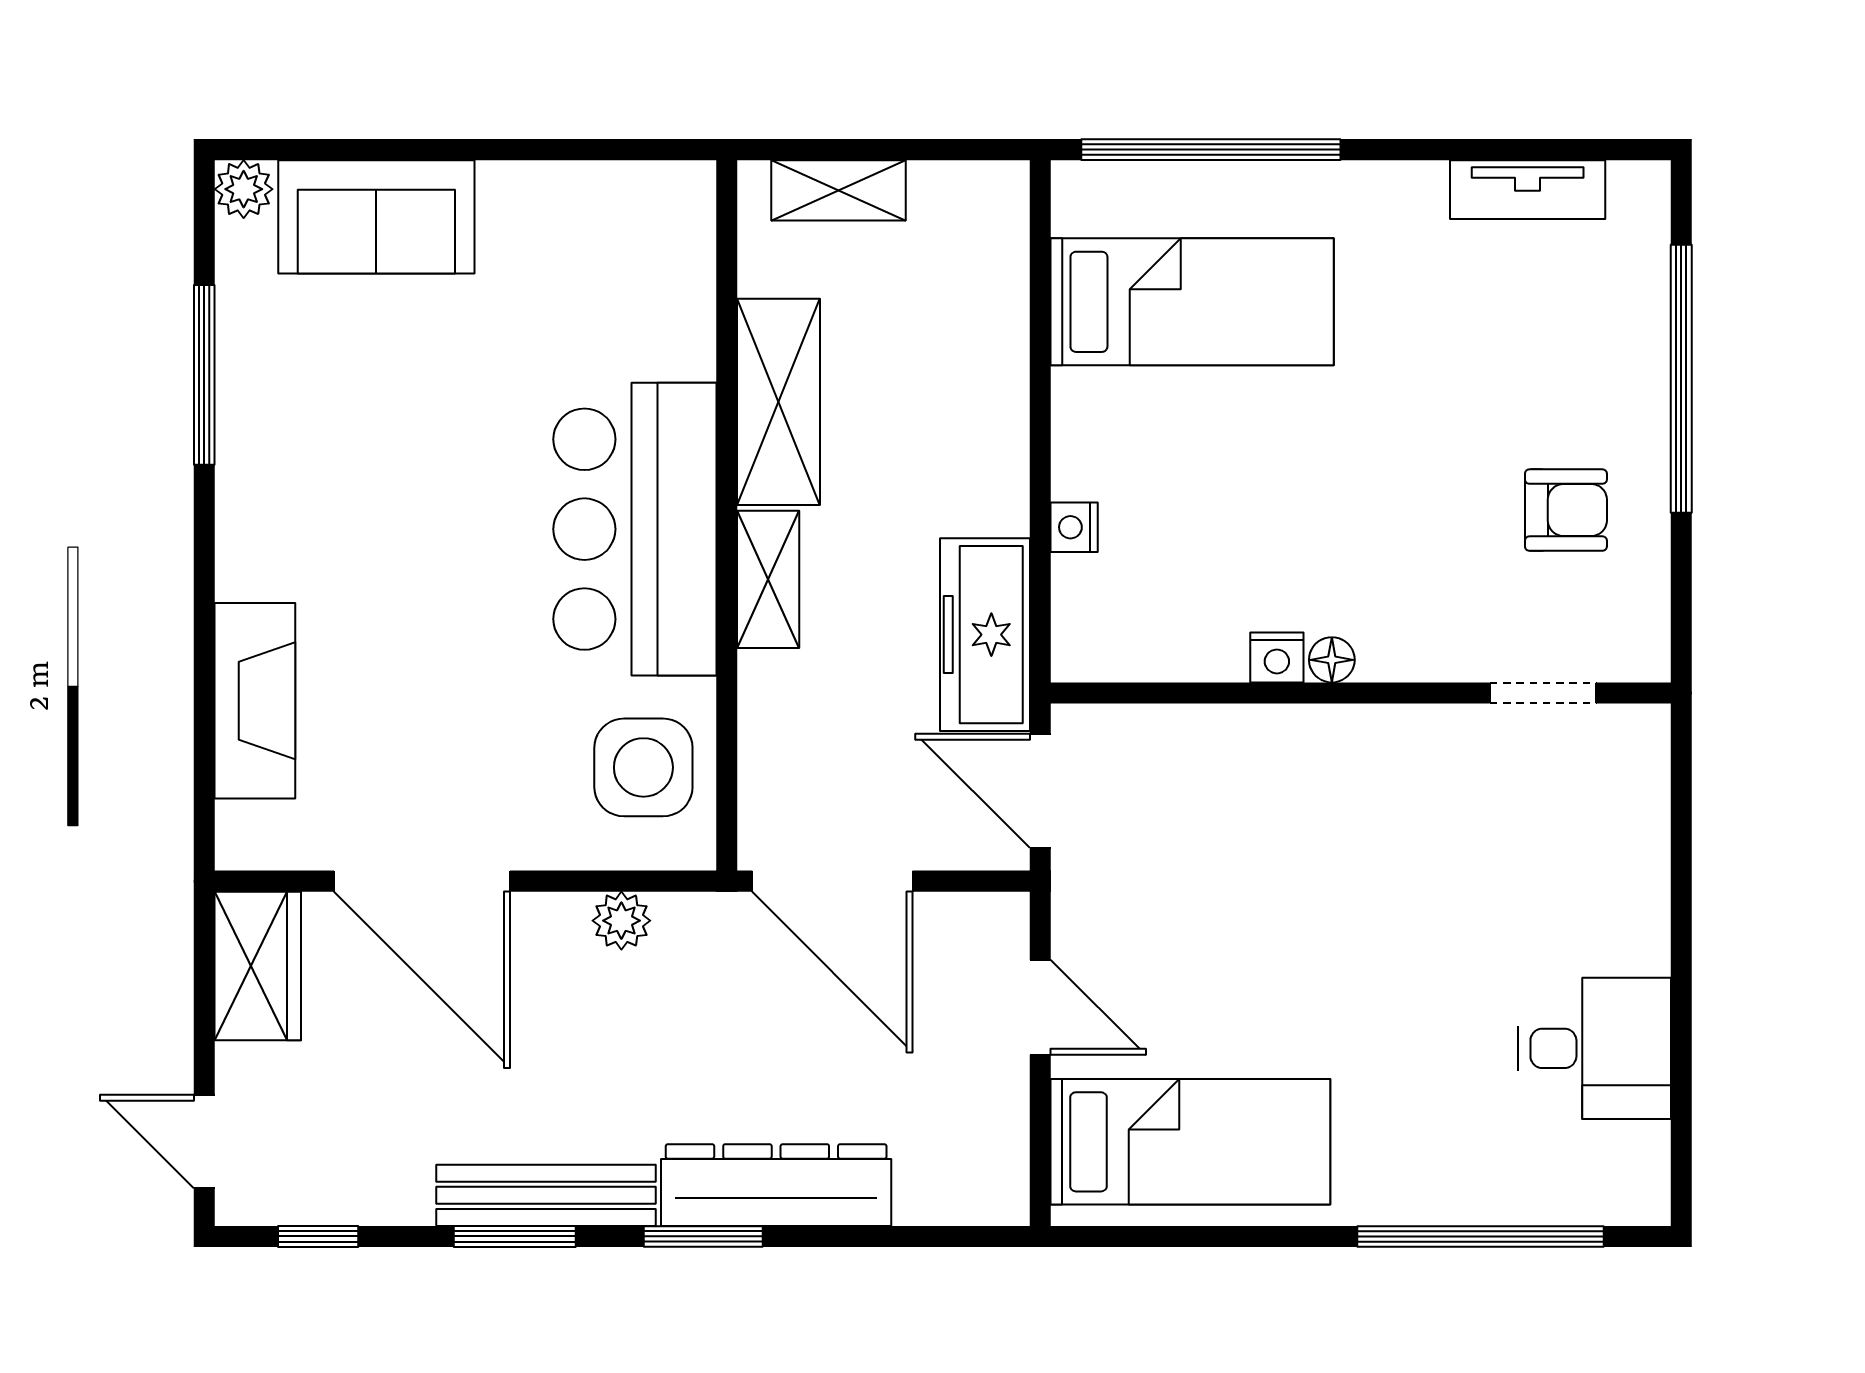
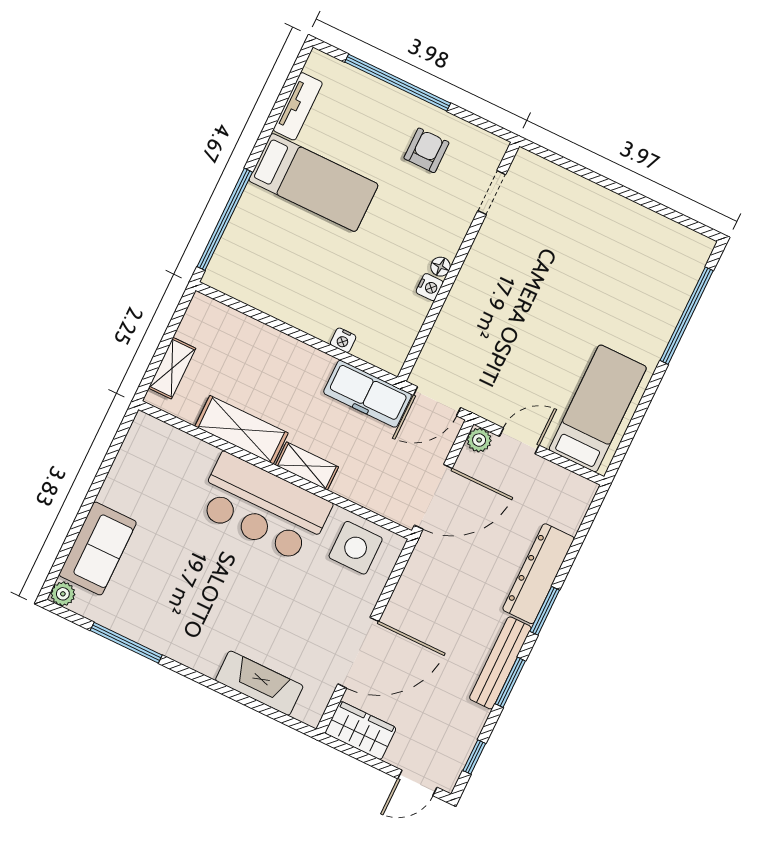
bed: (1192, 302) -> (313, 182), moved, turned 90
plant: (621, 921) -> (479, 440), moved
desk: (1595, 1048) -> (636, 238), removed

